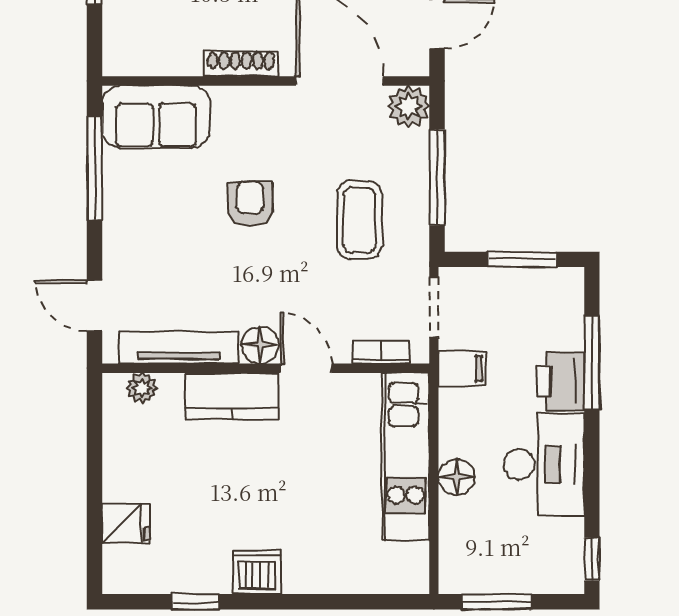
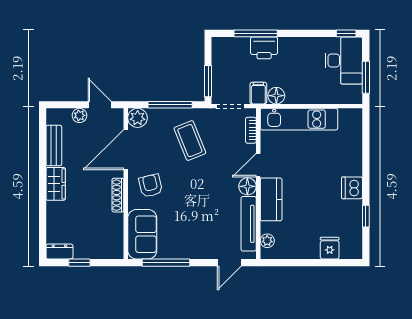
armchair: (250, 204) -> (151, 186), moved, turned 76
coffee table: (359, 220) -> (190, 141), turned 68
window: (522, 259) -> (208, 81), moved
desk: (544, 464) -> (344, 60), moved, turned 90
floor lamp: (457, 477) -> (276, 96), moved

